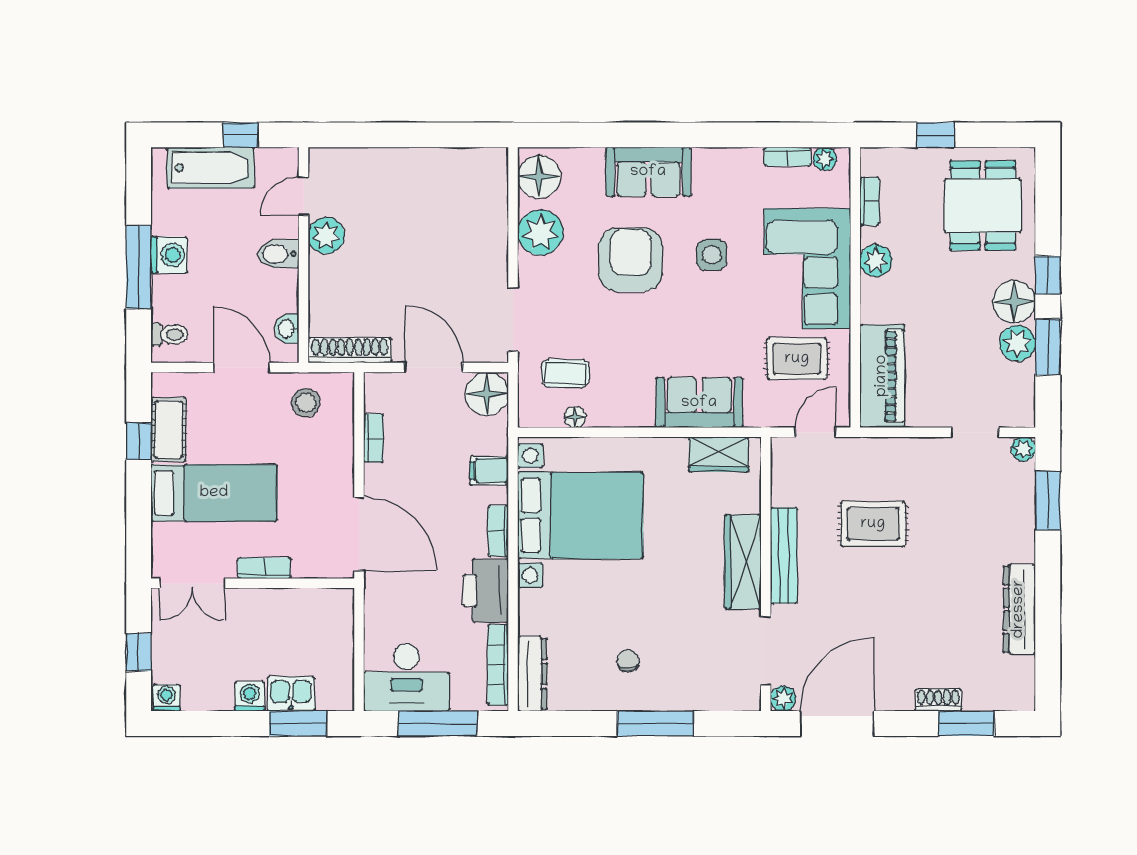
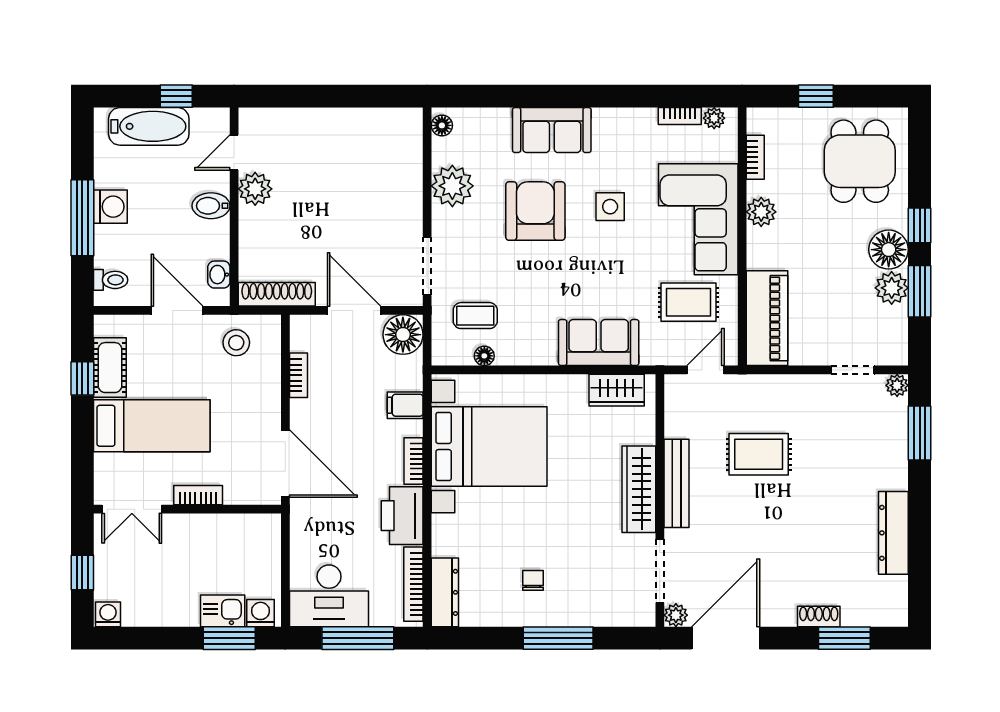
floor lamp: (539, 177) -> (442, 125), width x0.53, depth x0.53
washing machine: (250, 696) -> (260, 613), moved

